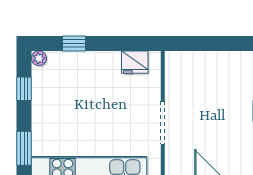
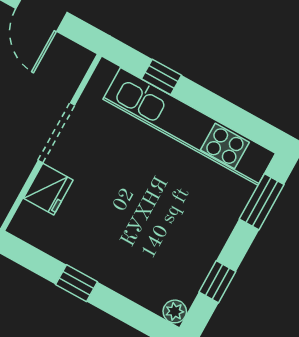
window: (74, 43) -> (76, 283), moved
fridge: (135, 62) -> (48, 189), moved, turned 90

